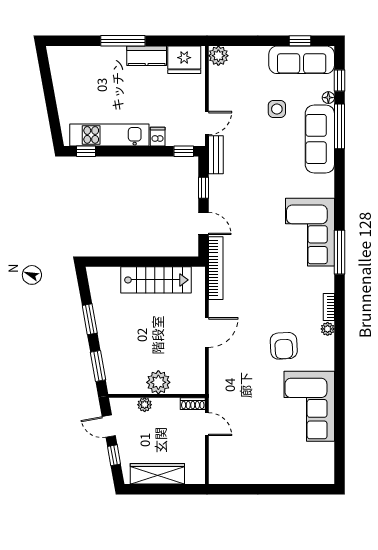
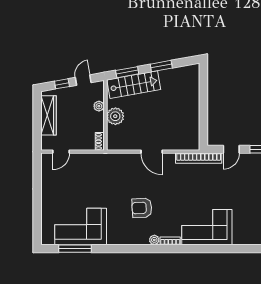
corner sofa: (310, 232) -> (207, 227), moved
window: (339, 252) -> (75, 249), moved
stairs: (156, 280) -> (134, 85), moved, turned -100
corner sofa: (309, 406) -> (81, 227), moved
door: (207, 424) -> (61, 152), moved

